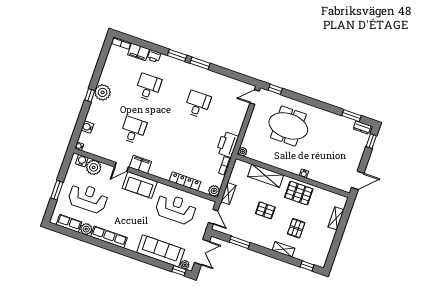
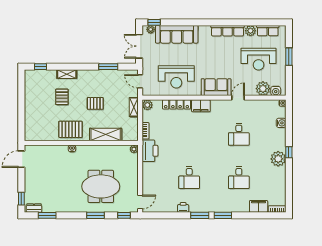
printer: (154, 56) -> (183, 207), moved
window: (303, 99) -> (96, 215), added
filing cabinet: (140, 164) -> (201, 106), moved
shelving: (336, 218) -> (29, 118), removed

